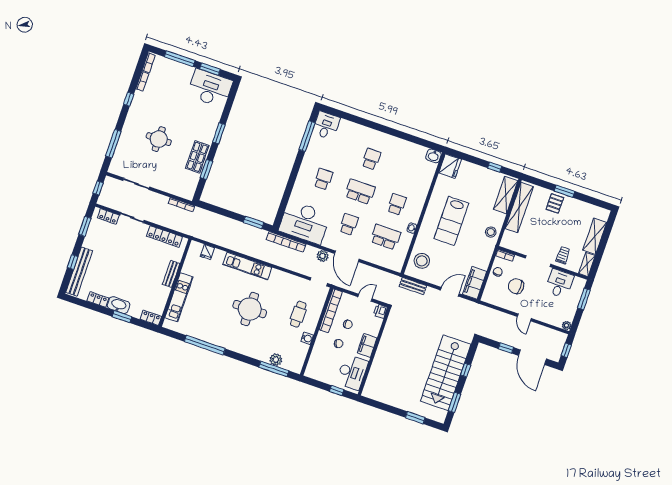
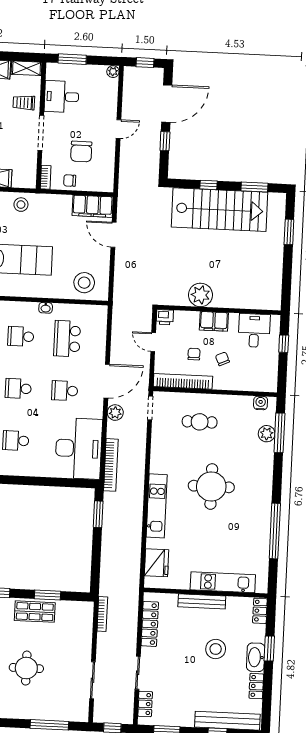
school desk: (360, 192) -> (18, 388), width x0.54
fridge: (207, 252) -> (157, 563), width x1.88, depth x1.34
bench: (171, 274) -> (202, 601), width x1.36
stool: (133, 278) -> (216, 649), added
bench: (413, 286) -> (120, 285), removed
water cooler: (307, 338) -> (261, 403), moved
plant: (389, 341) -> (200, 295), added
desk: (352, 372) -> (254, 330), width x0.73

